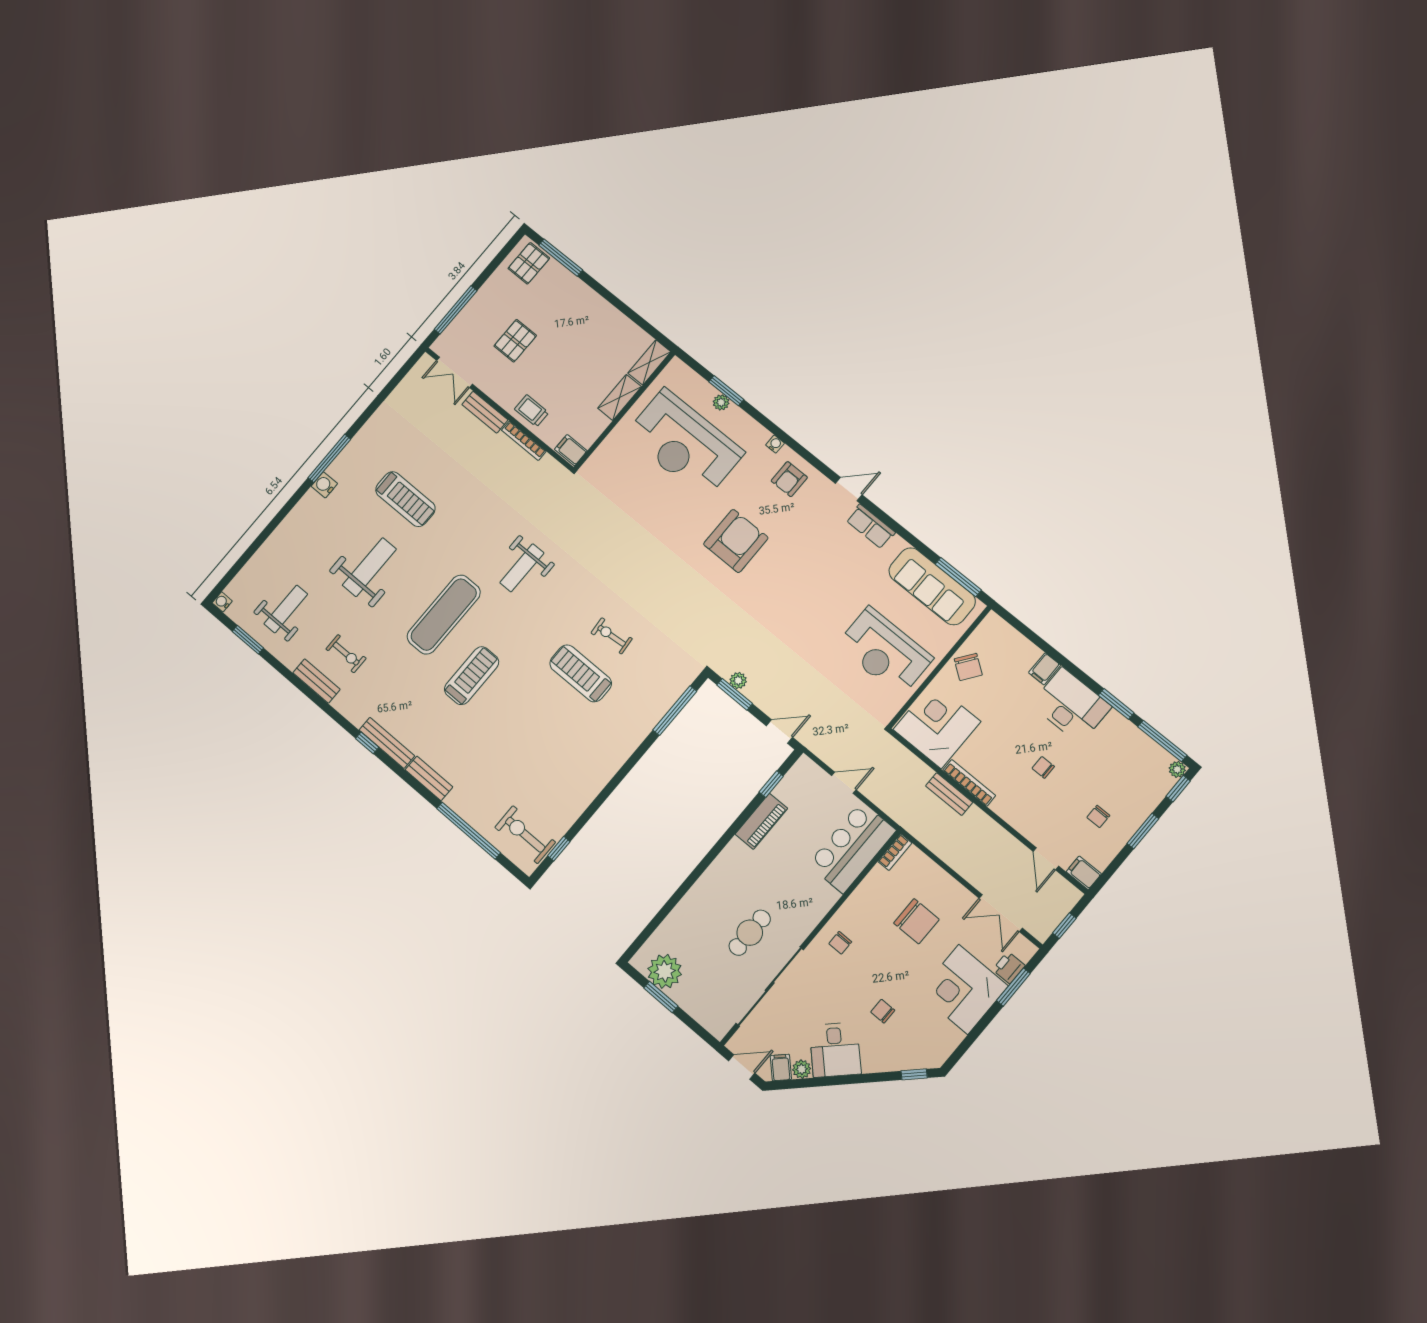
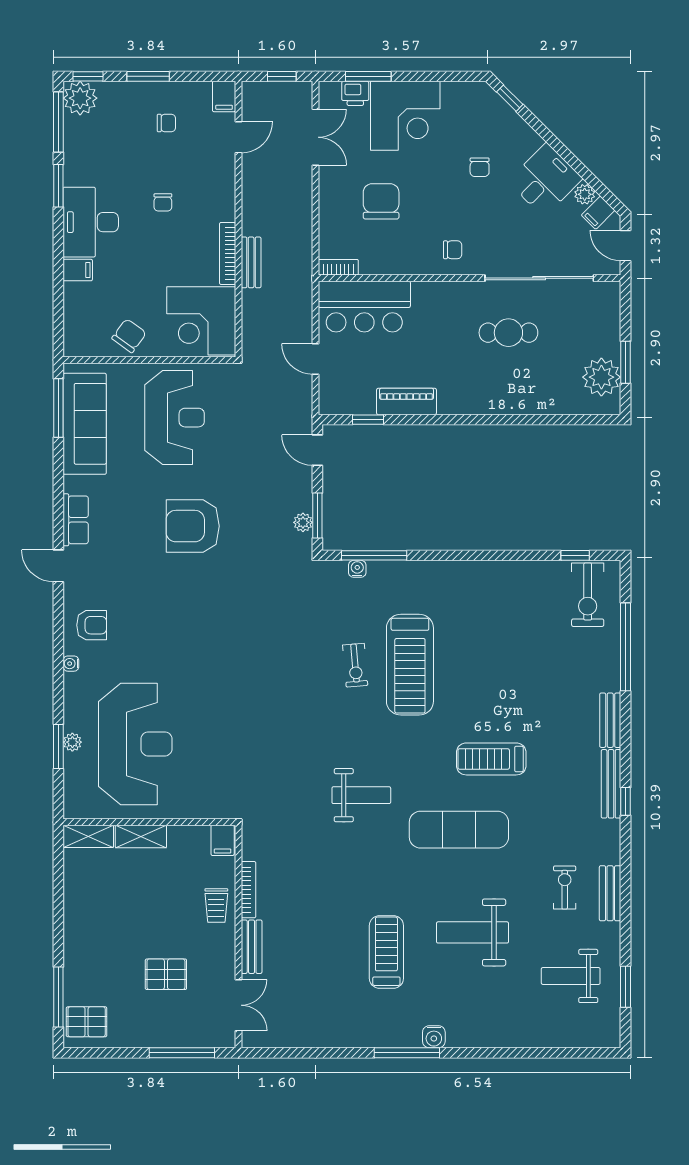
armchair: (736, 541) -> (193, 526), moved
water cooler: (222, 602) -> (357, 569), moved, turned 180
treadmill: (581, 673) -> (410, 665), width x1.37, depth x1.38
plant: (1177, 769) -> (80, 98), width x1.88, depth x1.88

